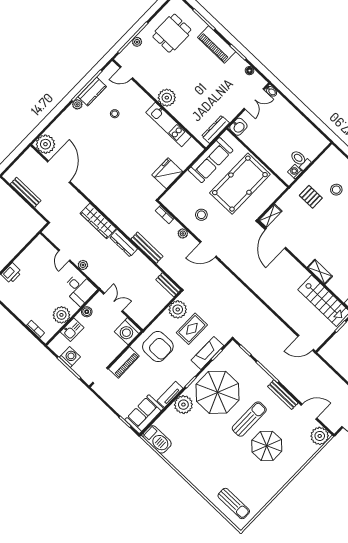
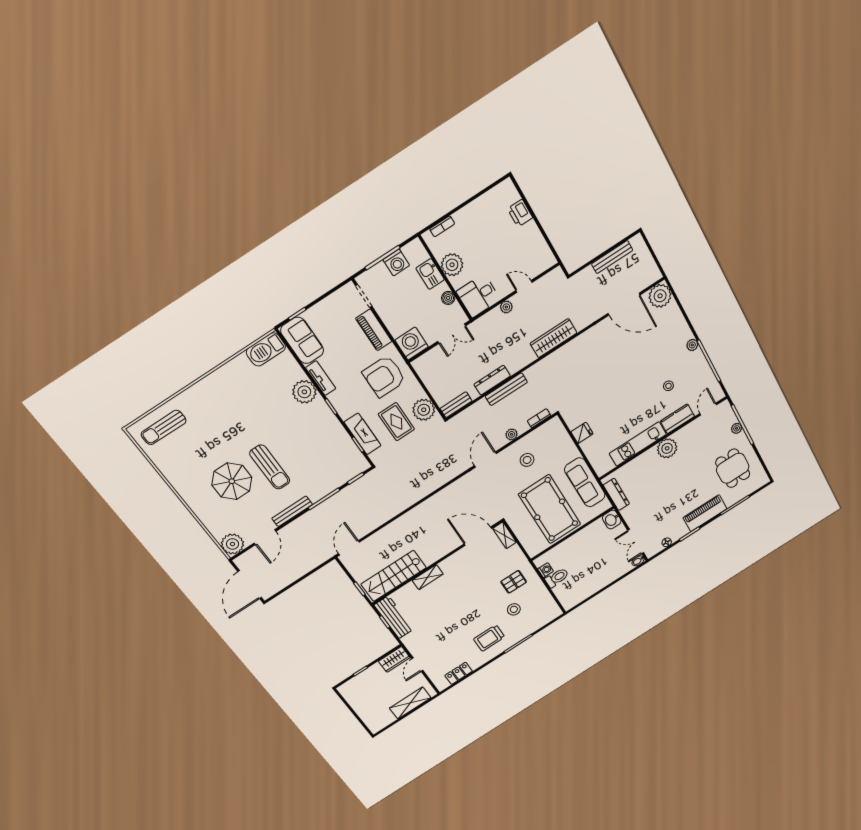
kitchen counter: (92, 92) -> (677, 419), moved, turned 90
fridge: (167, 173) -> (582, 433), width x0.53, depth x0.75
dresser: (124, 243) -> (492, 380), moved
parasol: (217, 392) -> (311, 436), removed

